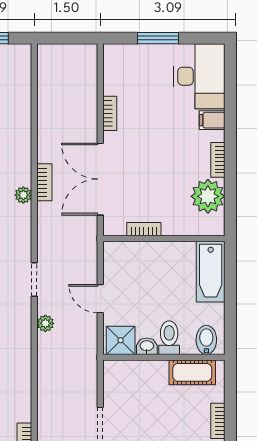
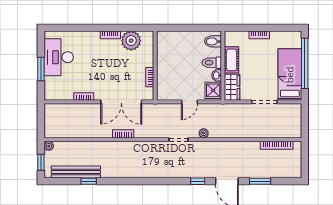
desk: (199, 76) -> (59, 57), moved, turned -90
filing cabinet: (212, 120) -> (88, 38), removed
plant: (23, 195) -> (49, 146), moved
bathtub: (211, 272) -> (174, 39), removed
cot: (192, 372) -> (232, 60), moved
wardrobe: (126, 373) -> (232, 87), added

